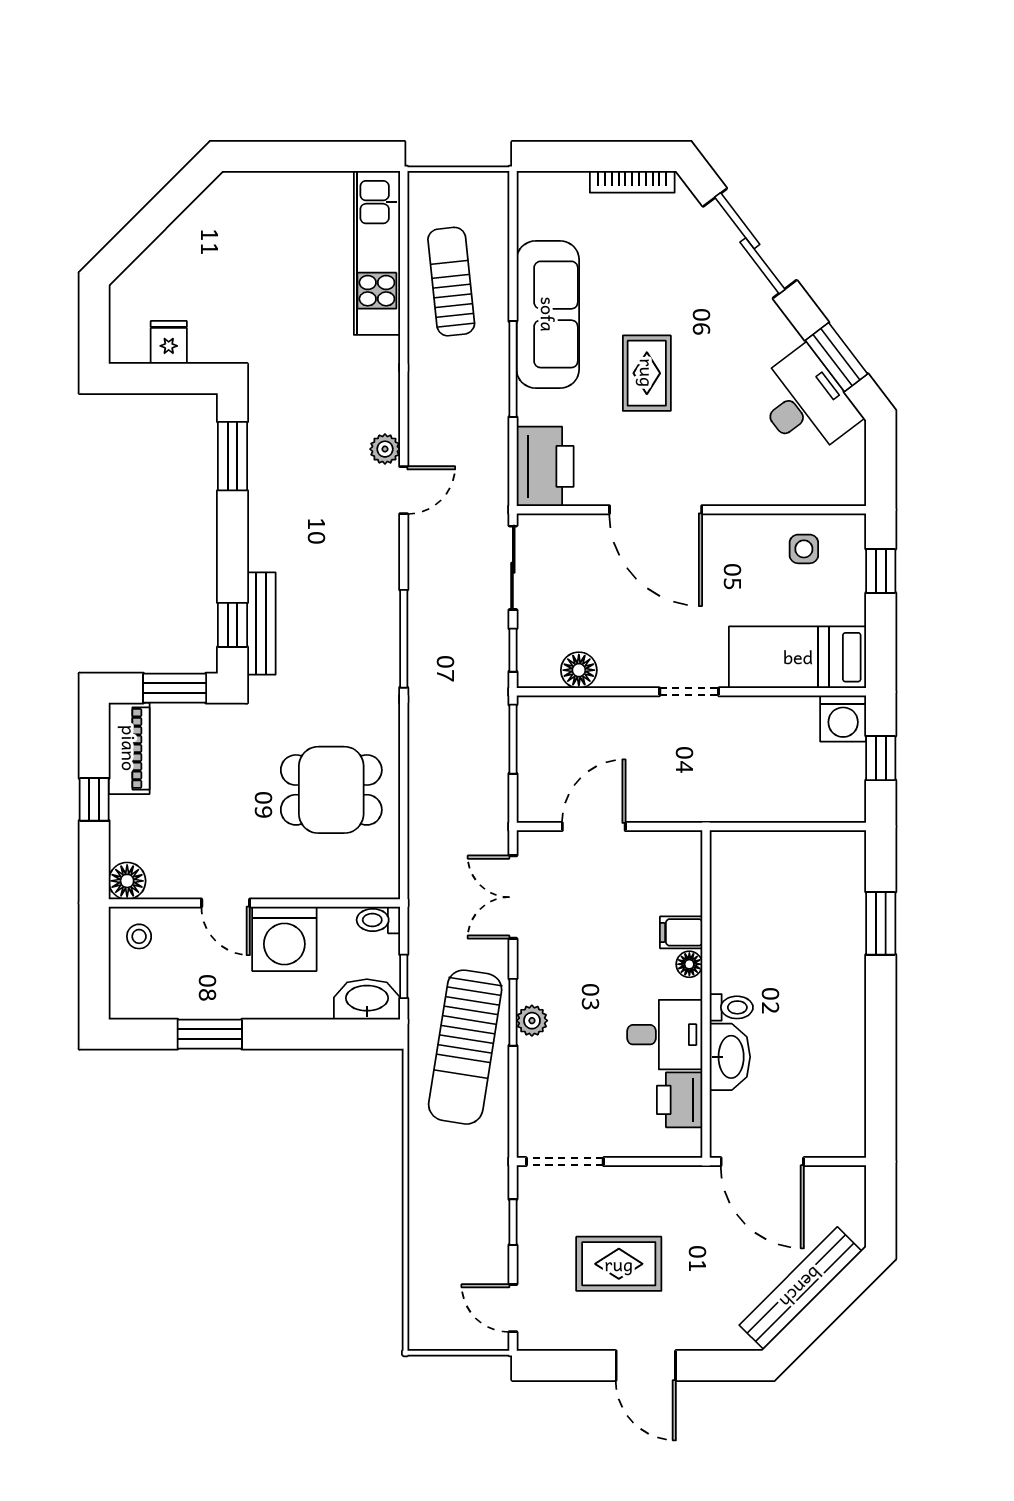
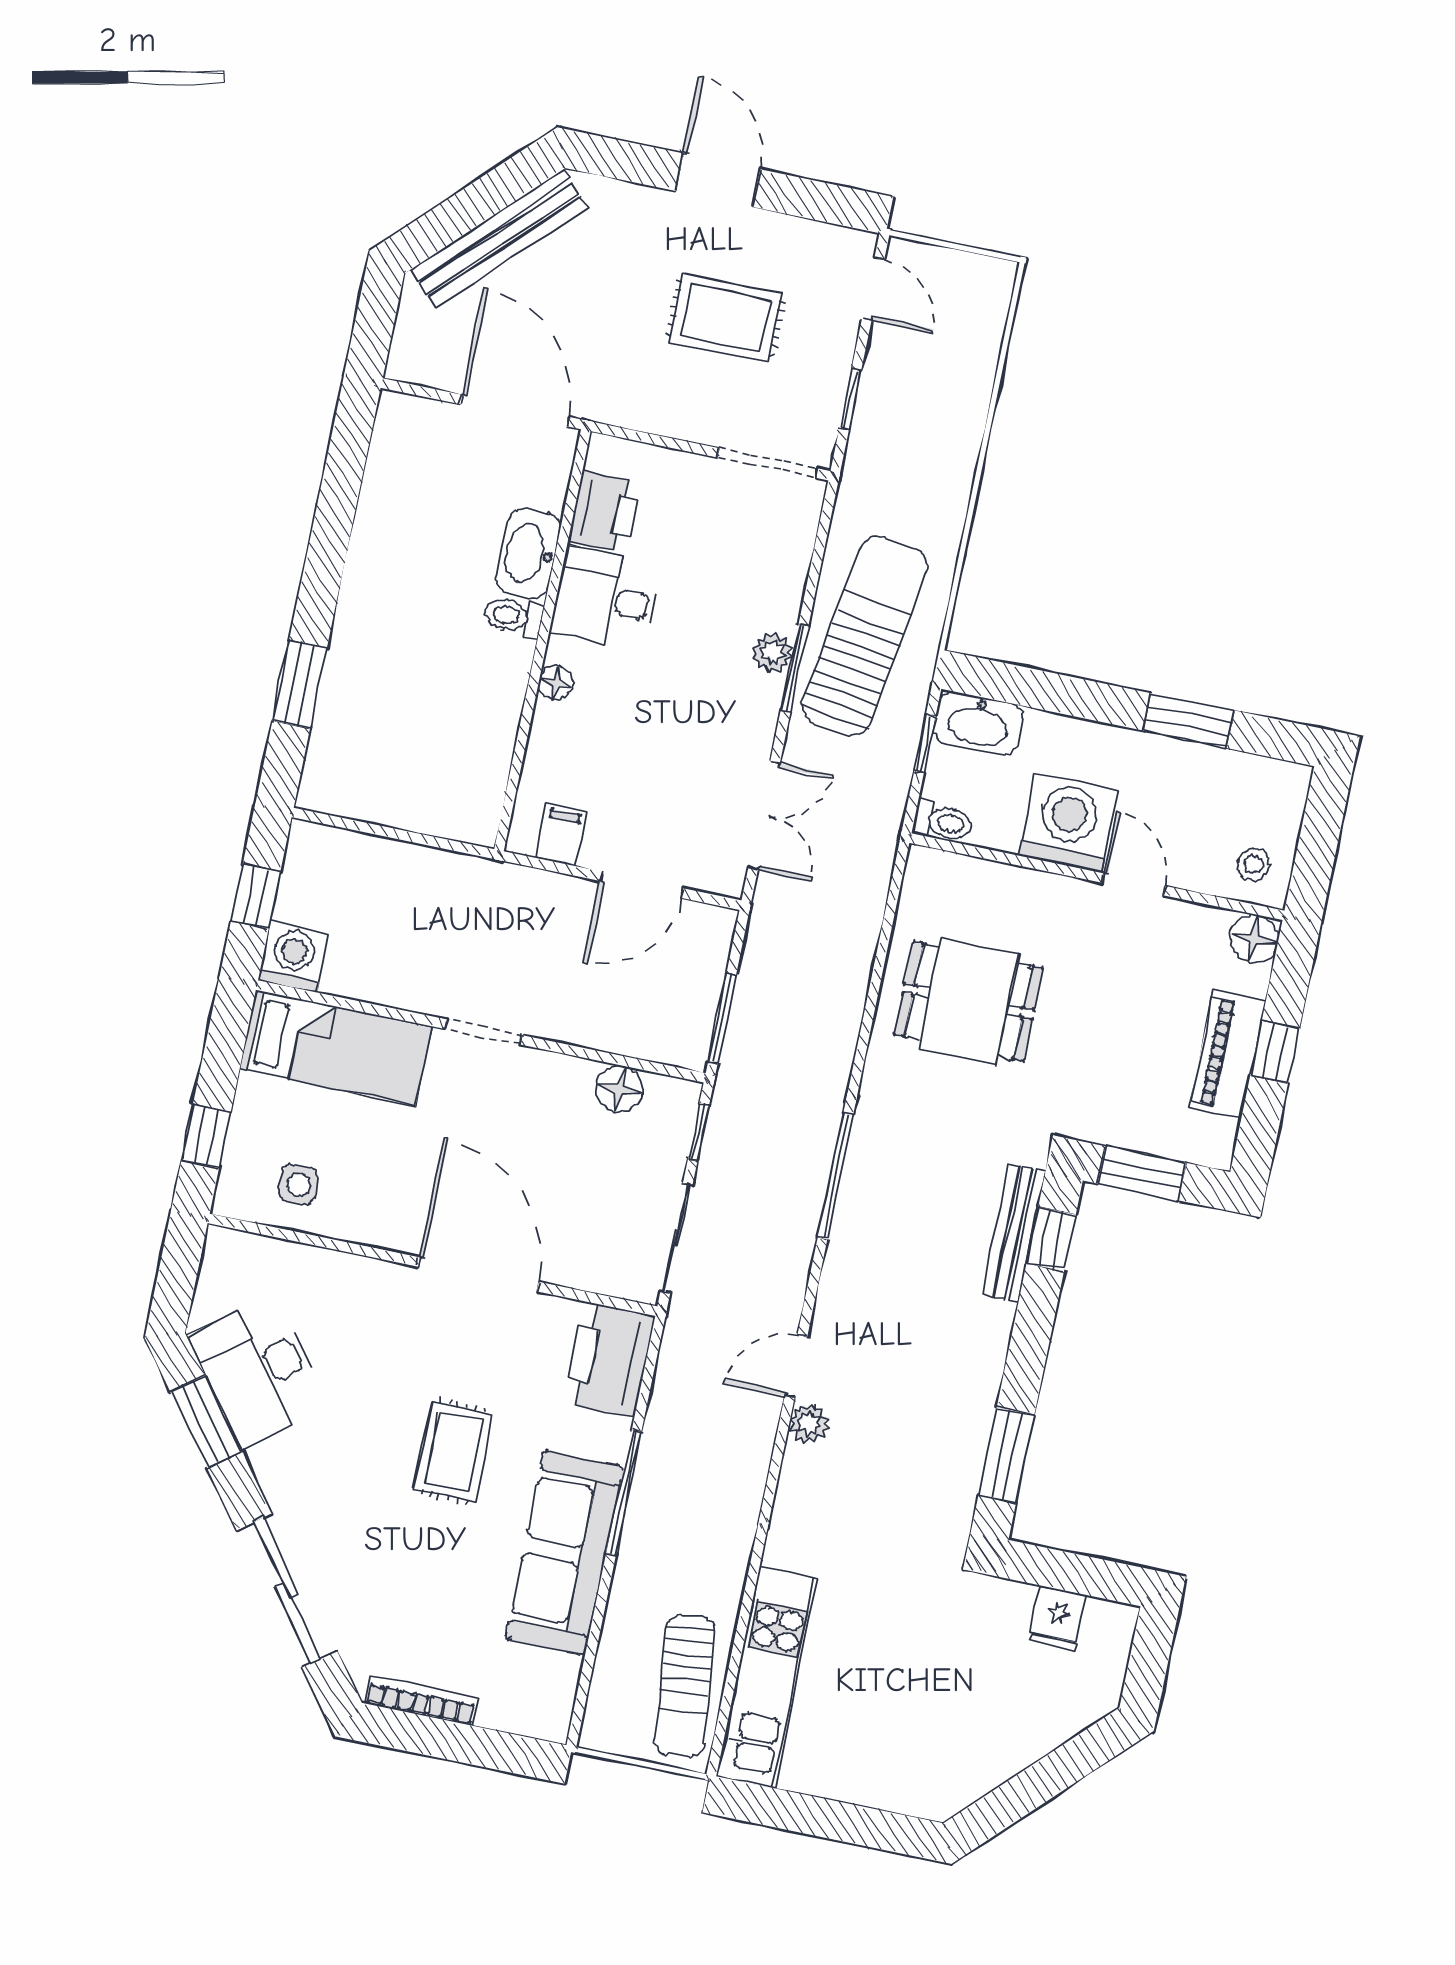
sun lounger: (451, 282) -> (685, 1686), moved
piano: (129, 748) -> (1228, 1054), moved
filing cabinet: (681, 932) -> (561, 835), moved, turned -90

